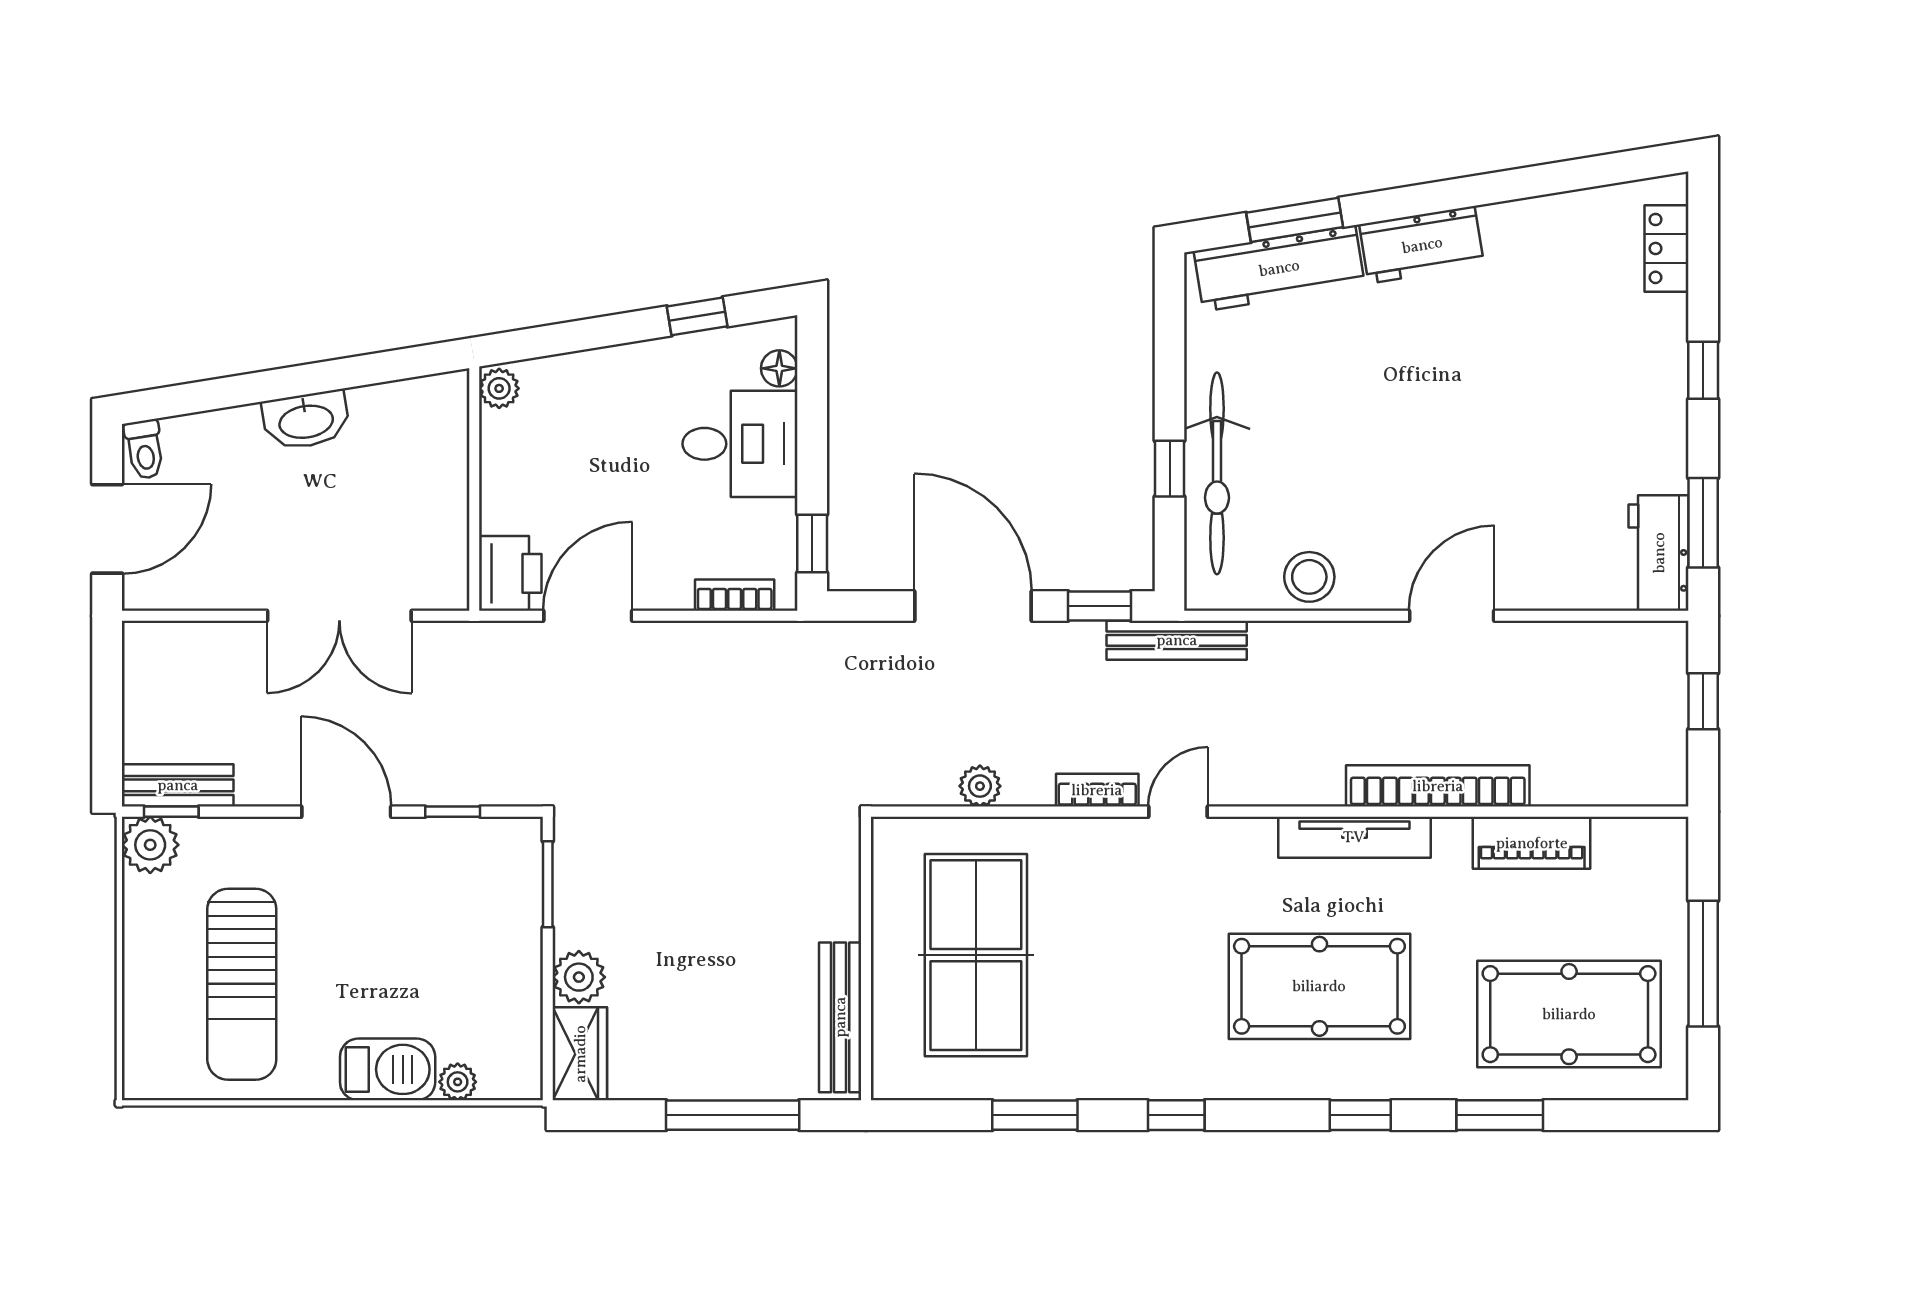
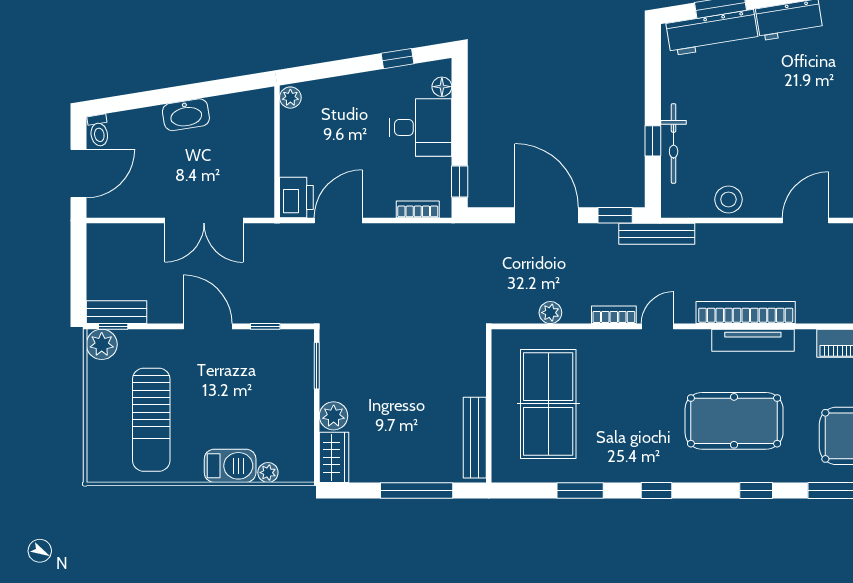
bicycle: (1217, 473) -> (674, 143), width x0.73, depth x0.71
bookcase: (1438, 786) -> (746, 313), moved

